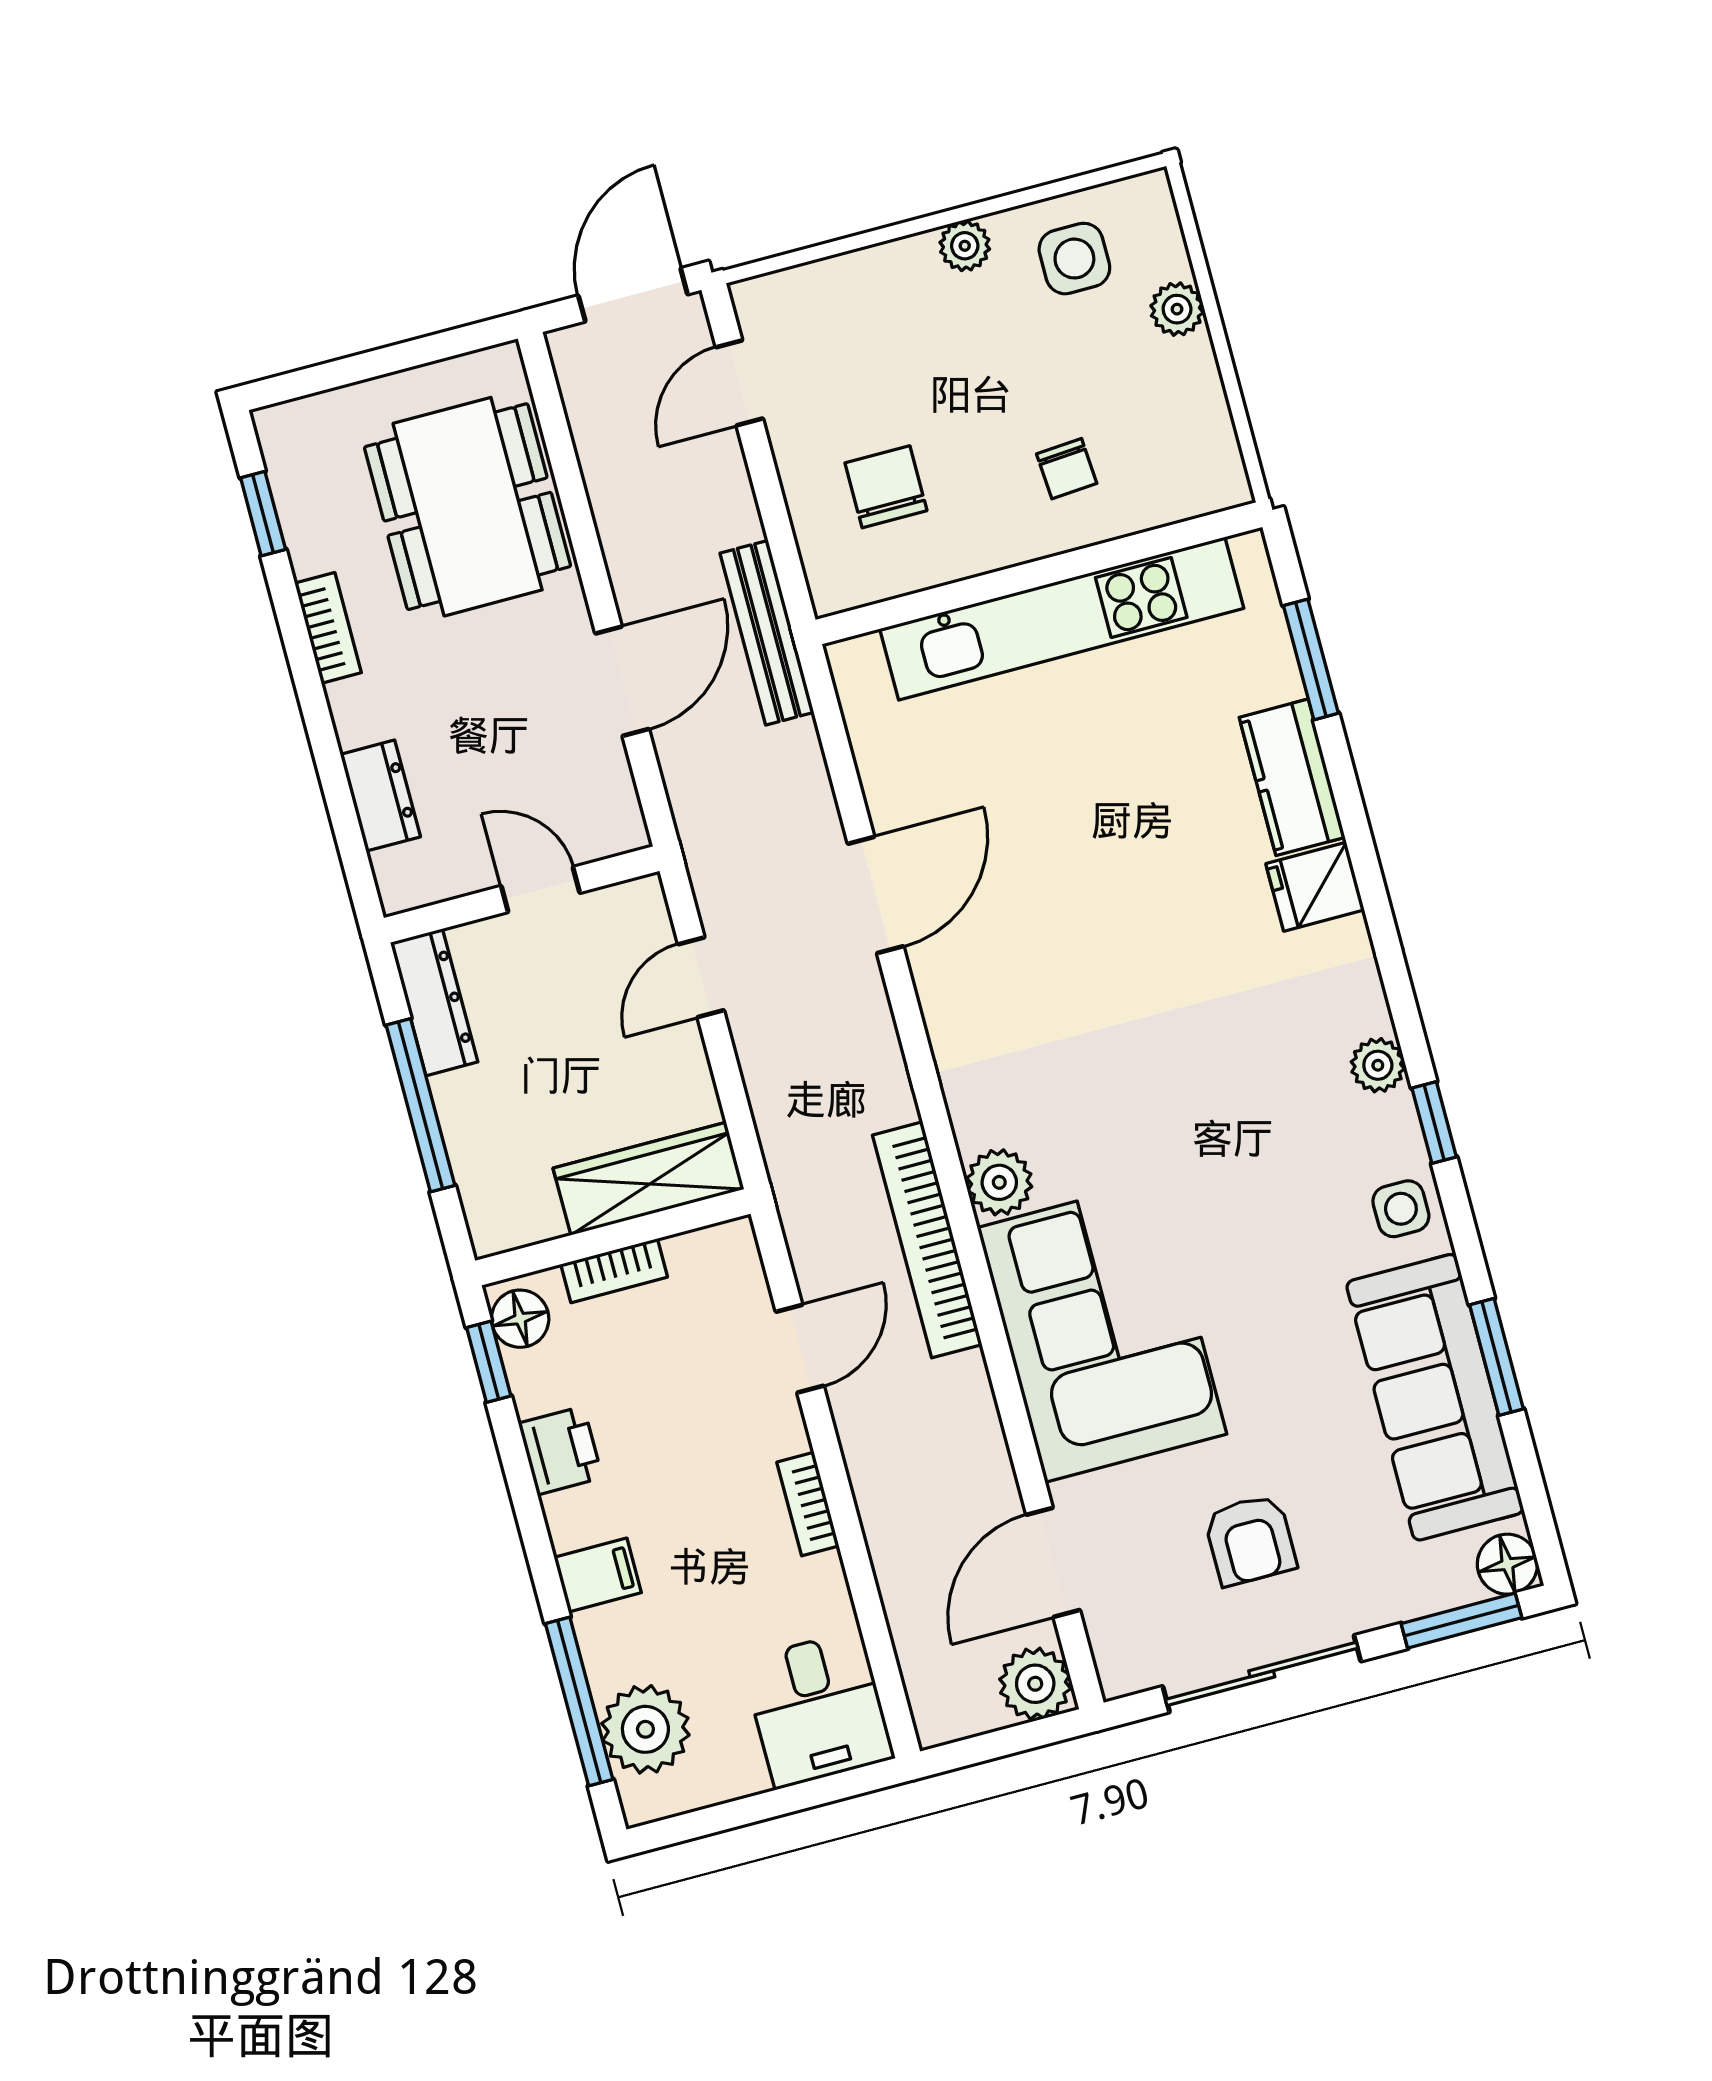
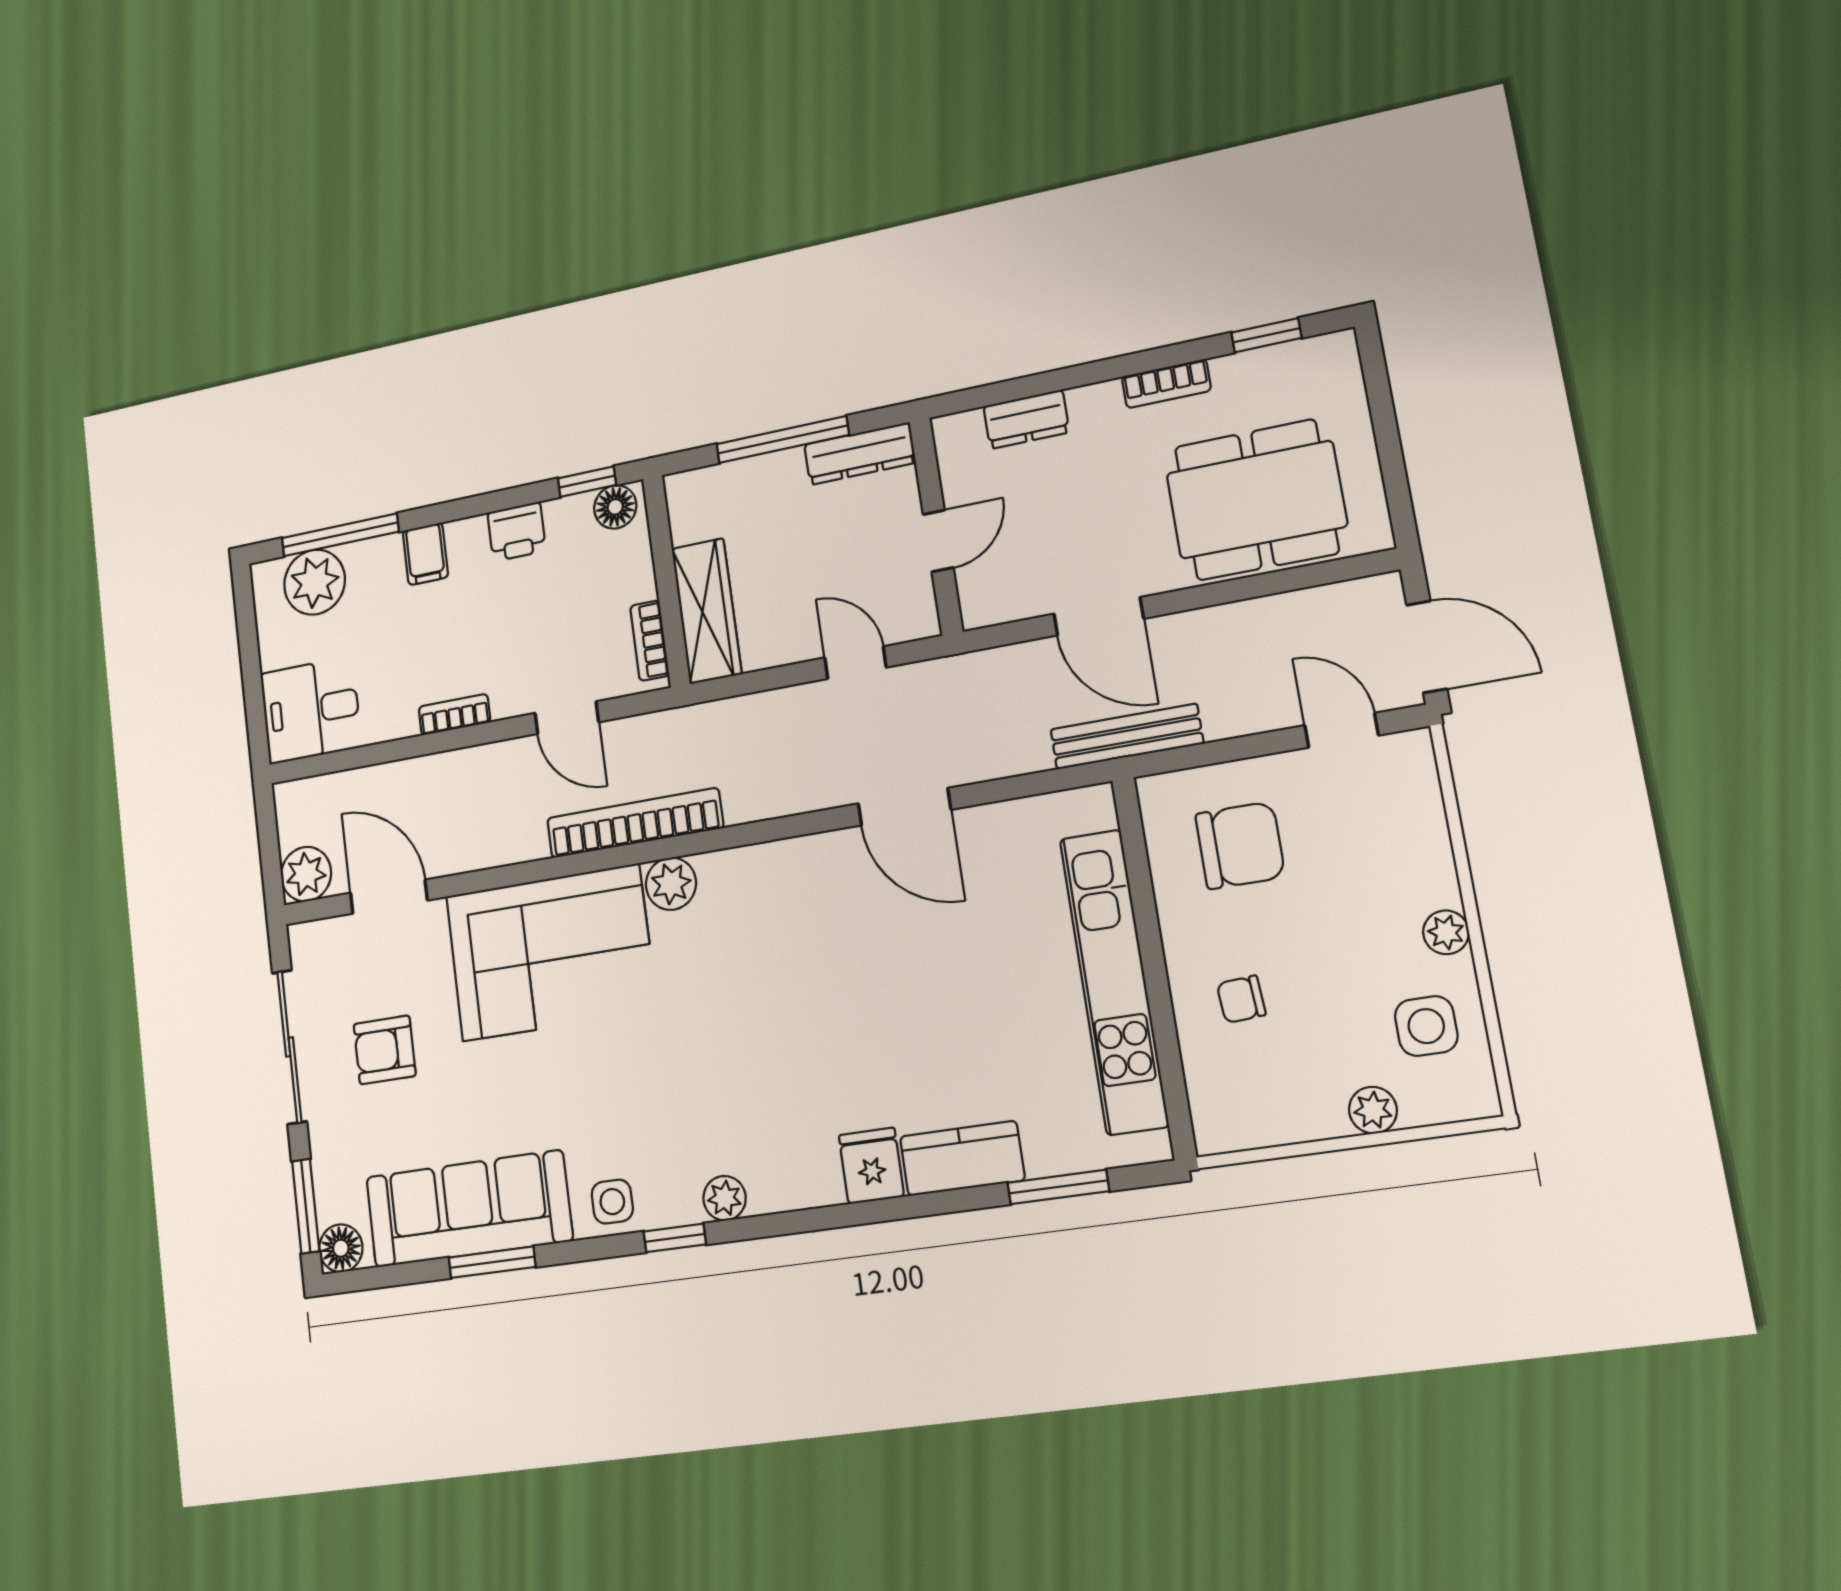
chair: (886, 487) -> (1240, 845), width x1.37, depth x1.37
bookcase: (614, 1271) -> (650, 641), moved

